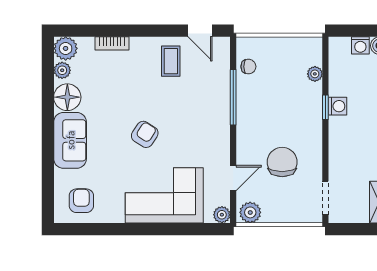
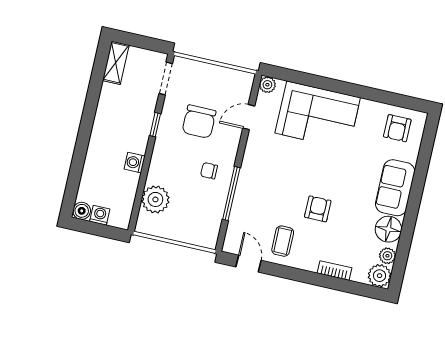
chair: (248, 67) -> (209, 171), moved
plant: (315, 74) -> (155, 199), width x1.87, depth x1.87
window: (325, 107) -> (155, 125), moved
armchair: (145, 134) -> (318, 209), moved, turned 147
plant: (250, 212) -> (240, 81), removed

